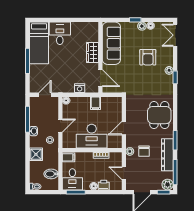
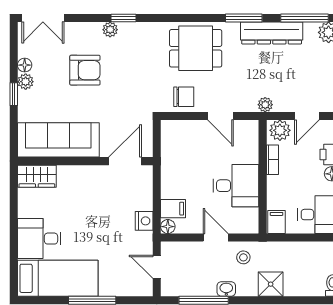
wardrobe: (92, 53) -> (37, 176), moved
nightstand: (80, 88) -> (144, 221), moved
filing cabinet: (96, 103) -> (173, 209), moved
desk: (92, 136) -> (236, 186), width x0.73
chair: (144, 151) -> (184, 97), moved
plant: (116, 159) -> (280, 130), added
bidet: (51, 174) -> (308, 255), removed

